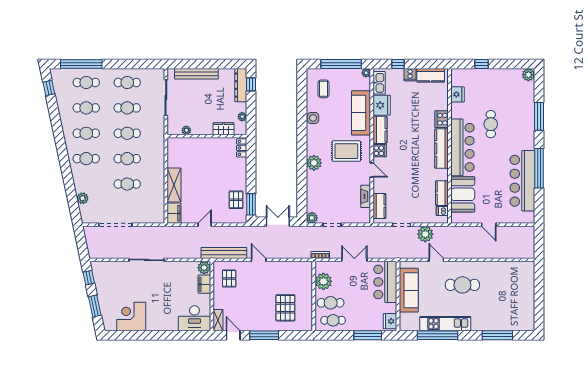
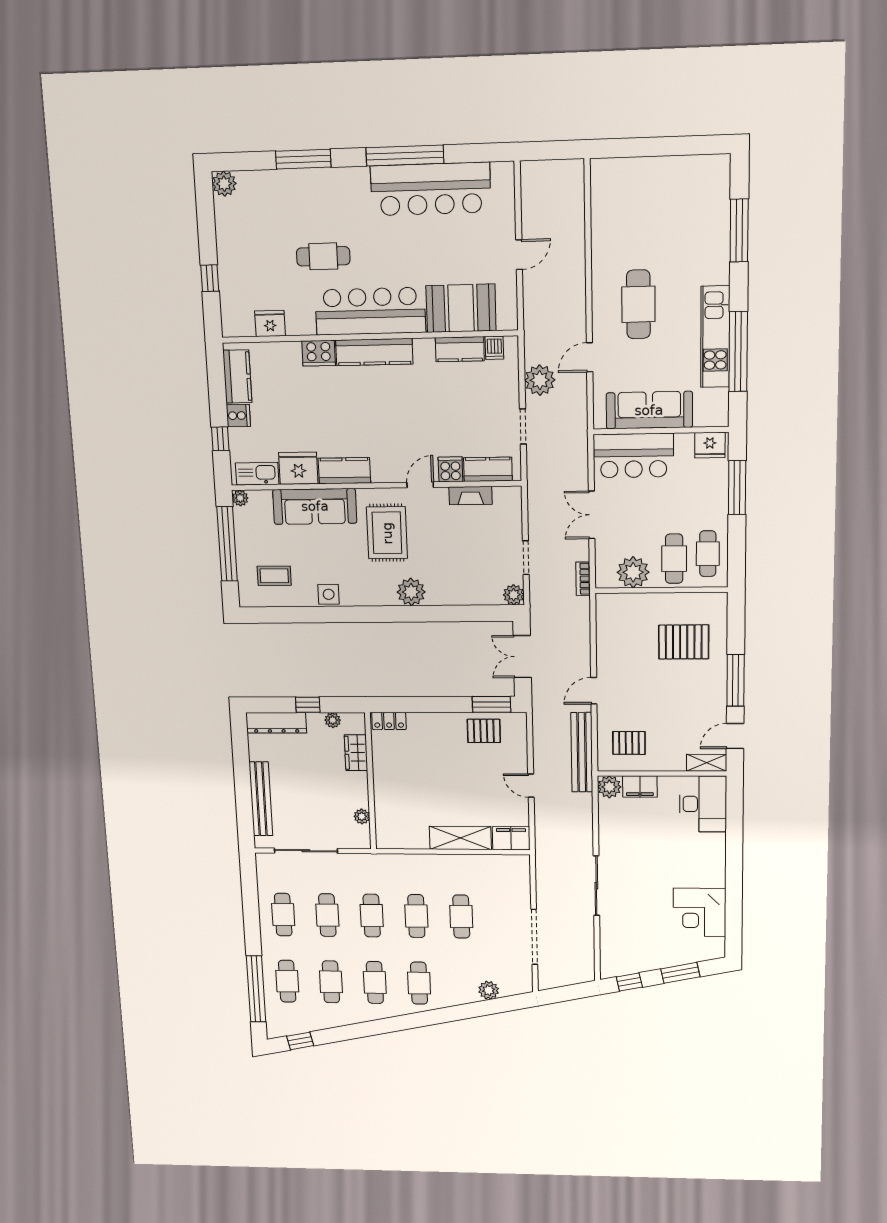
window: (251, 84) -> (308, 705), moved
cooker: (380, 151) -> (450, 469), moved

